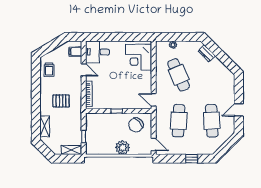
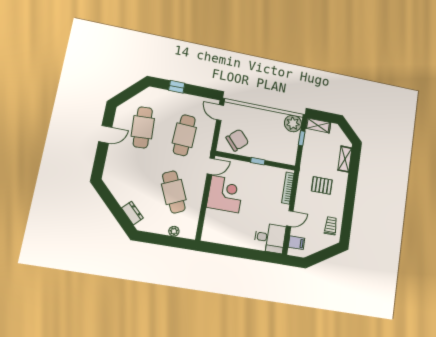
corner desk: (139, 57) -> (225, 194), moved
door: (84, 70) -> (290, 219), swing flipped
door: (154, 100) -> (211, 166), hinge flipped
plant: (123, 147) -> (293, 123), moved

